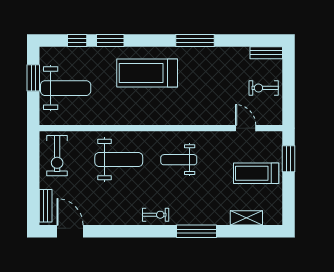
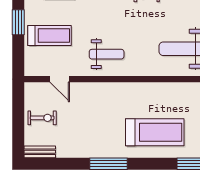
window: (288, 159) -> (18, 22), moved
weight bench: (179, 160) -> (107, 54), moved

